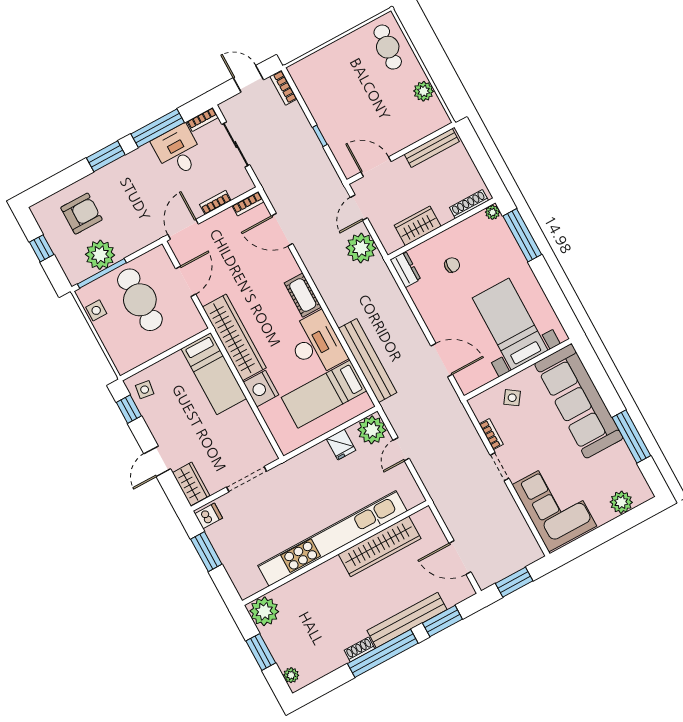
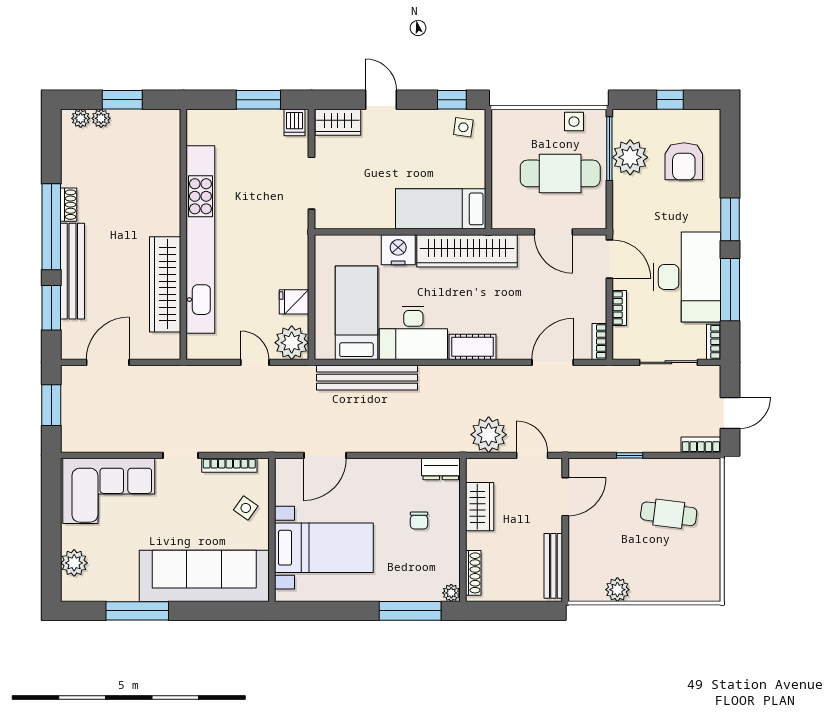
cafe table: (388, 47) -> (669, 514), moved
desk: (178, 151) -> (687, 277), width x1.87, depth x1.30
bookcase: (491, 434) -> (229, 465), width x1.56
plant: (264, 611) -> (101, 118), moved, width x0.53, depth x0.53

